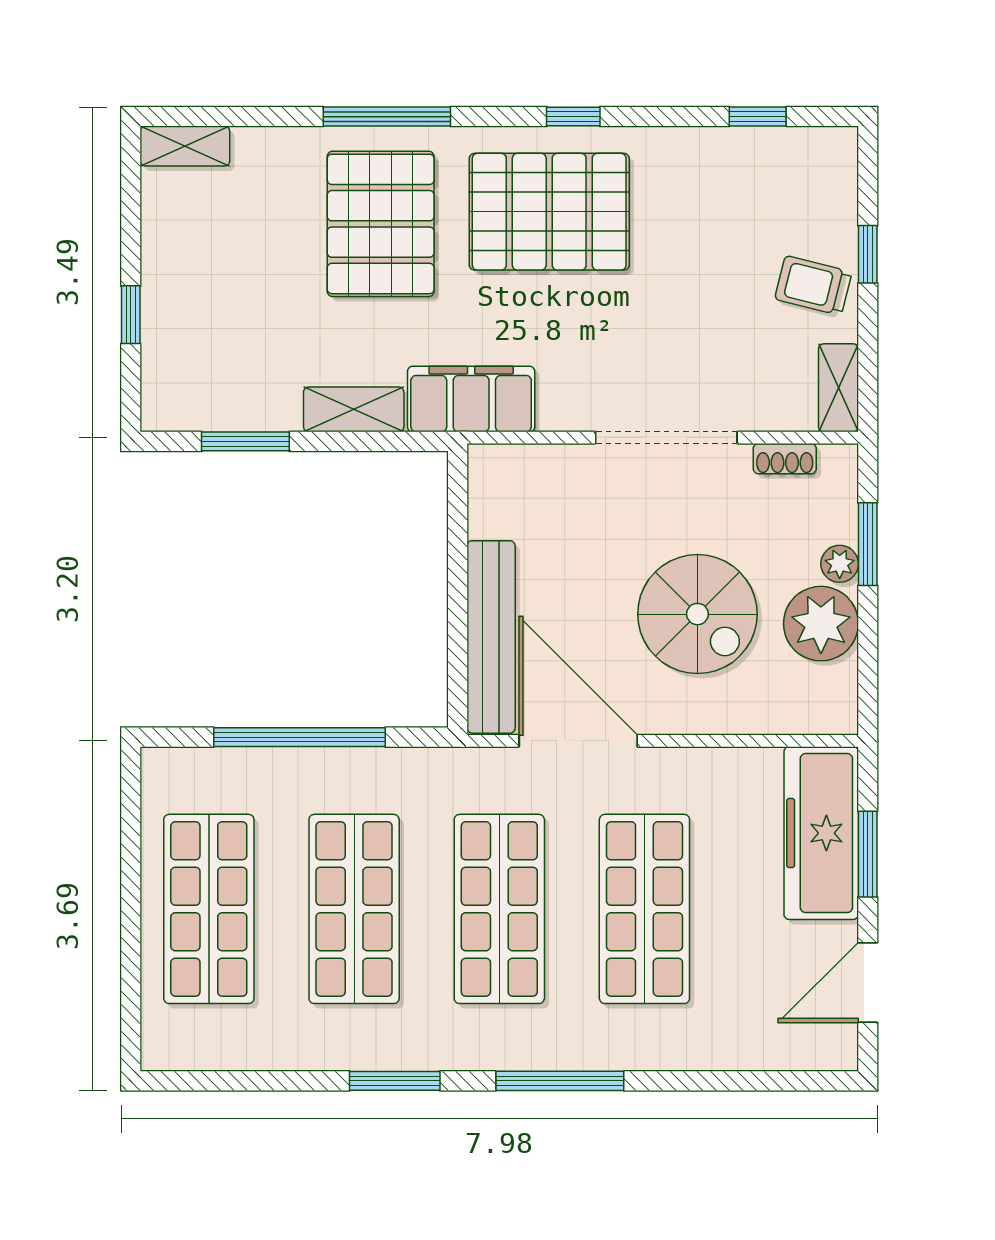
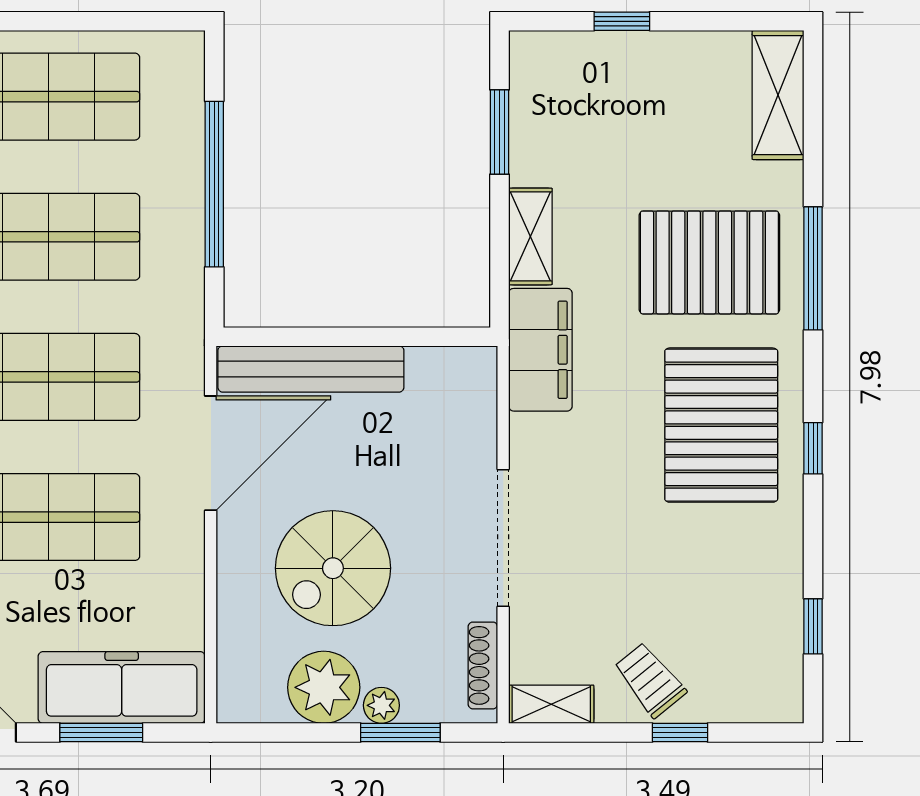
shelving: (185, 146) -> (778, 95), width x1.50, depth x1.33
trolley: (813, 286) -> (650, 680), turned -53
shoe rack: (785, 459) -> (483, 665), width x1.43

